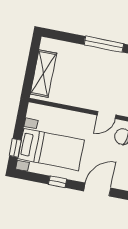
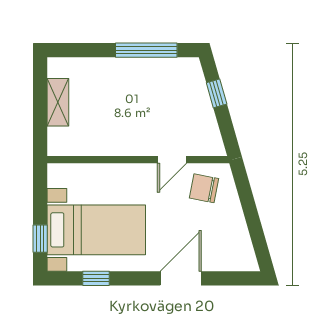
shelving: (43, 74) -> (58, 102), width x0.67, depth x0.75
window: (58, 182) -> (96, 278), moved

